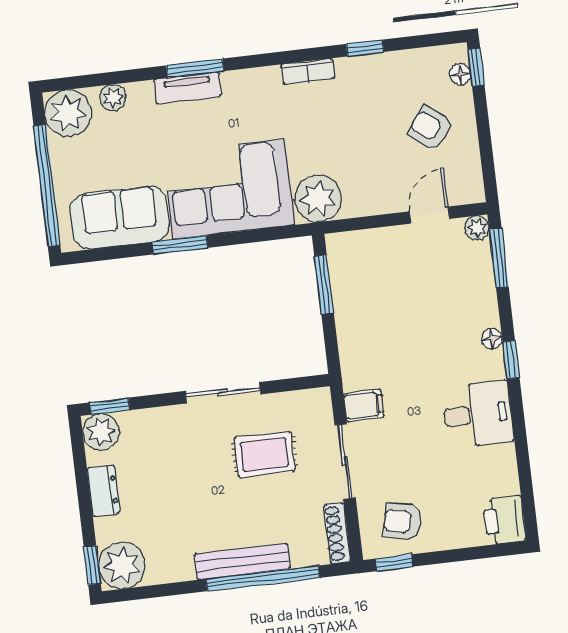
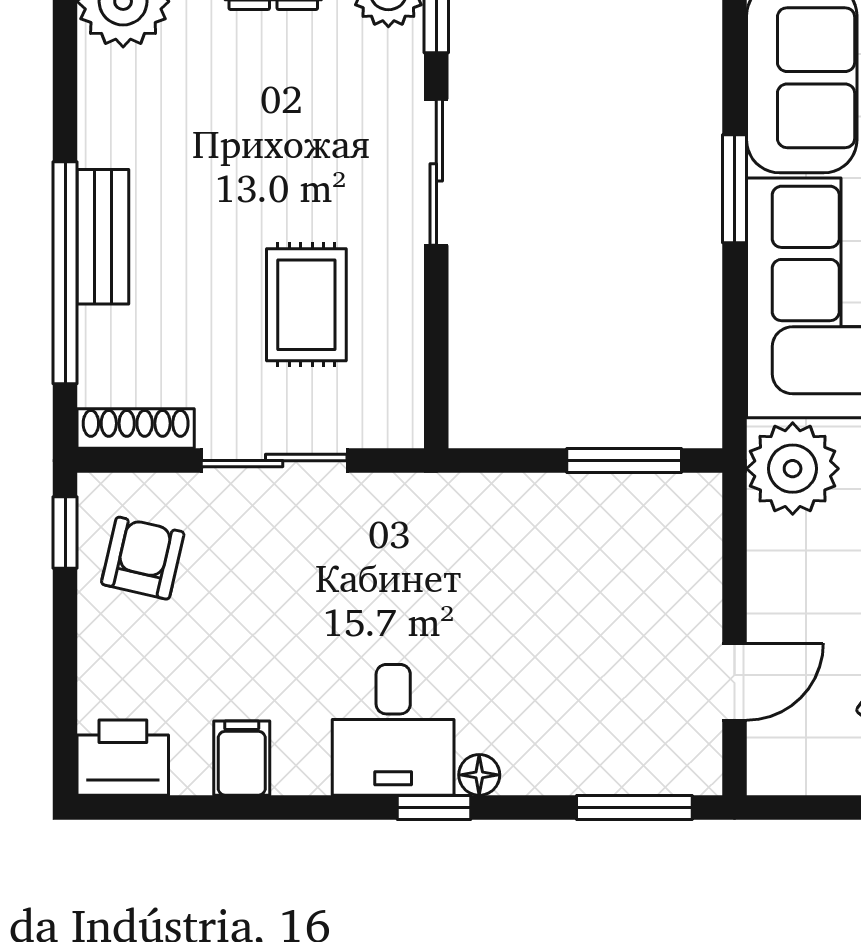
door: (429, 215) -> (735, 682), hinge flipped
plant: (477, 228) -> (699, 772), removed
sliding door: (223, 393) -> (436, 172), moved
filing cabinet: (364, 406) -> (242, 758), moved, turned 180
desk: (478, 414) -> (393, 730), moved
bench: (242, 561) -> (103, 237), width x0.73

